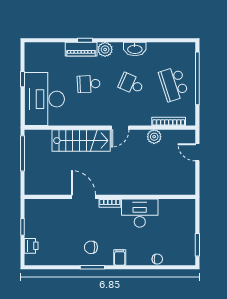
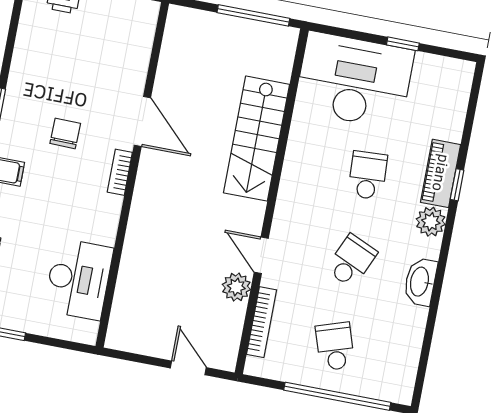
school desk: (174, 84) -> (335, 346), width x0.54
door: (120, 128) -> (261, 255), moved
door: (197, 152) -> (188, 368), hinge flipped
door: (83, 197) -> (142, 122), hinge flipped
desk: (140, 213) -> (79, 279), moved
chair: (91, 247) -> (65, 133), moved

